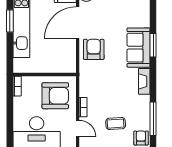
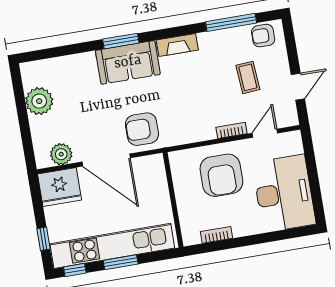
wall: (45, 74) -> (173, 200), moved
armchair: (55, 96) -> (221, 175), turned 180

